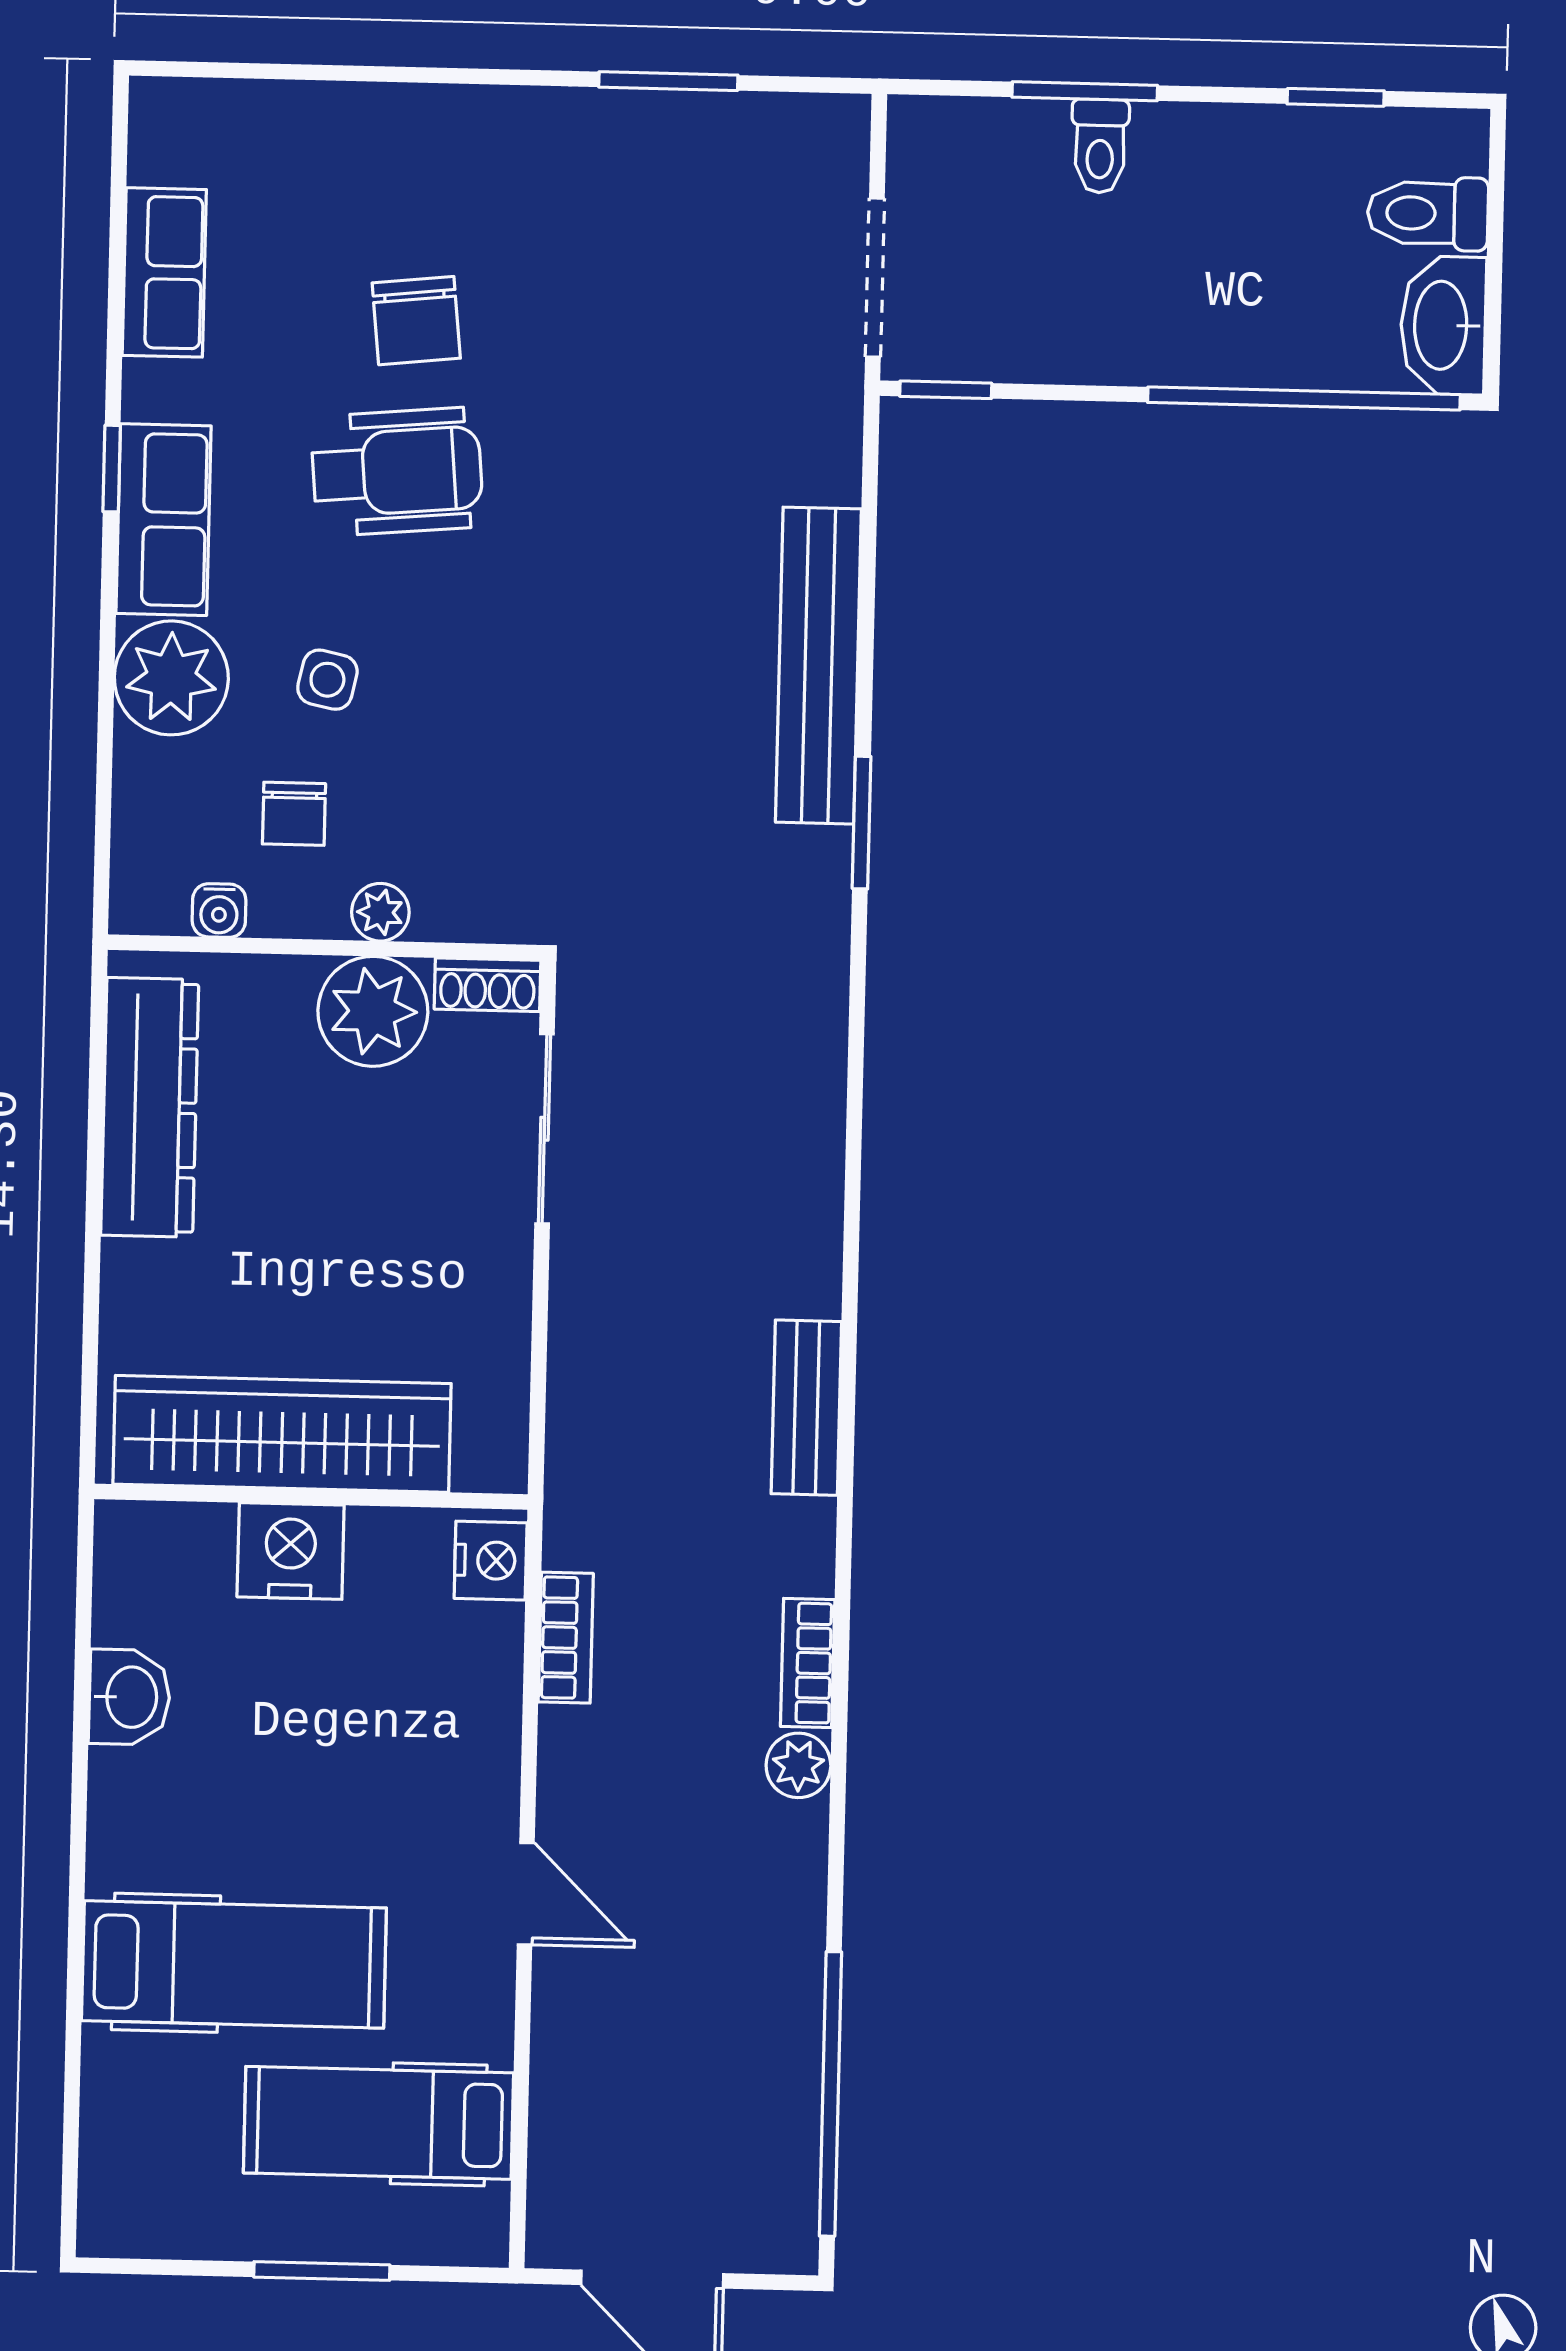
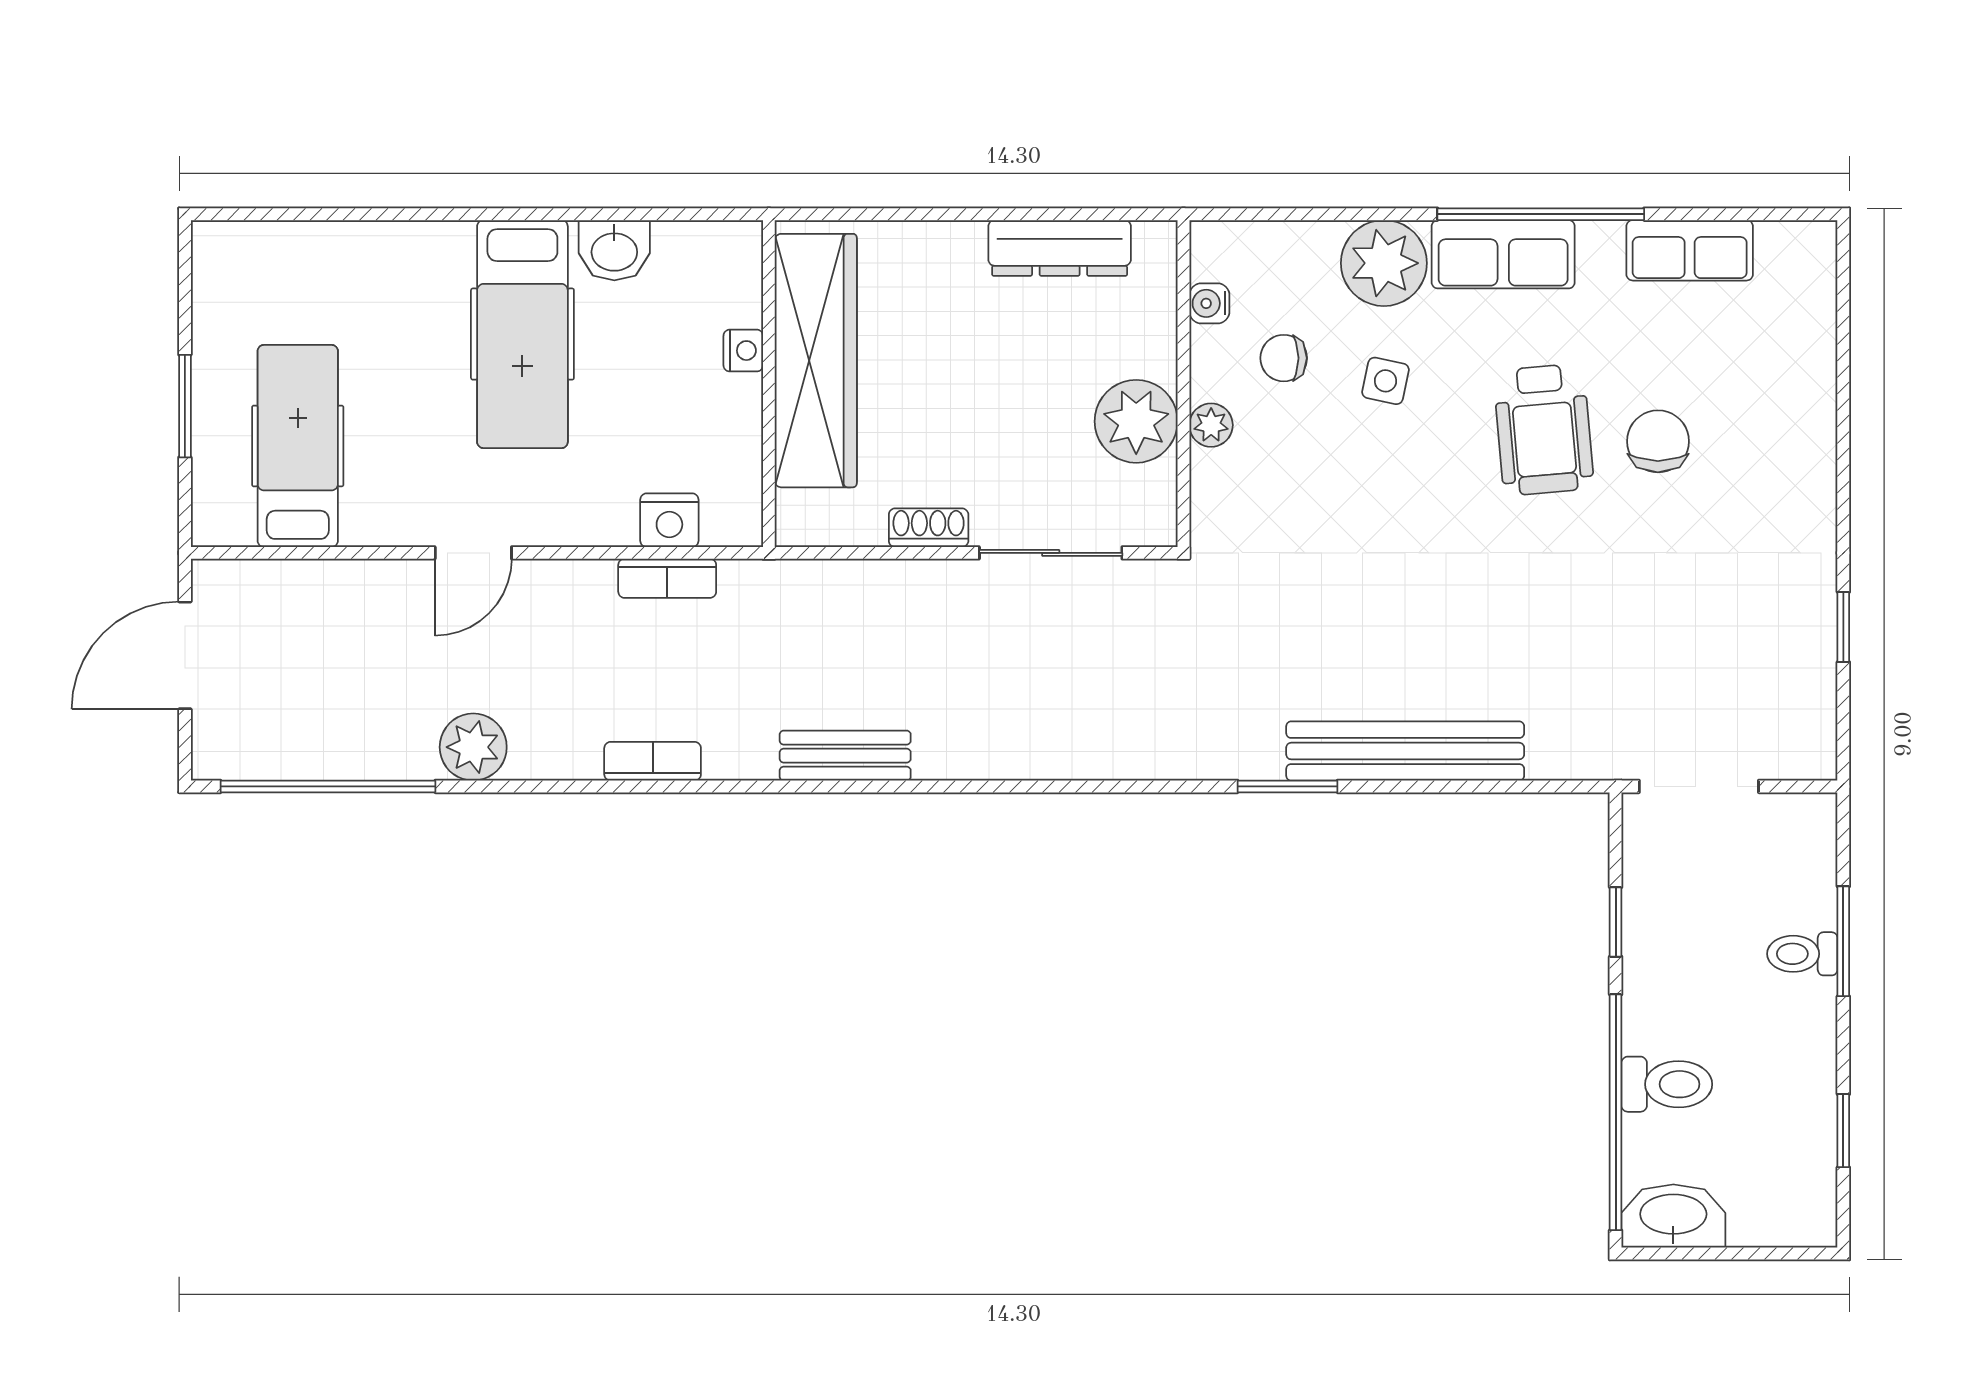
window: (668, 81) -> (1843, 627), width x0.67
toilet: (1428, 213) -> (1667, 1084), moved, turned 90
chair: (416, 321) -> (1658, 441), turned 96
window: (946, 390) -> (1616, 922), moved
window: (112, 469) -> (1541, 214), width x3.17
shoe rack: (487, 985) -> (929, 528), moved, turned 90
dresser: (150, 1107) -> (1060, 248), width x0.73, depth x0.80
nightstand: (291, 1551) -> (743, 351), width x0.53, depth x0.56
nightstand: (491, 1561) -> (669, 520), moved
plant: (798, 1765) -> (473, 747), moved, width x1.38, depth x1.38
hospital bed: (234, 1964) -> (522, 334), moved

